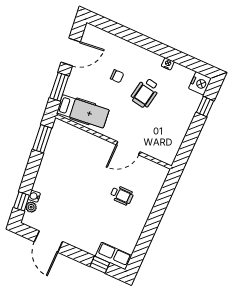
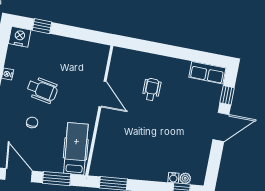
door: (48, 242) -> (221, 127), moved
row of seats: (114, 256) -> (207, 73), moved, turned -90

